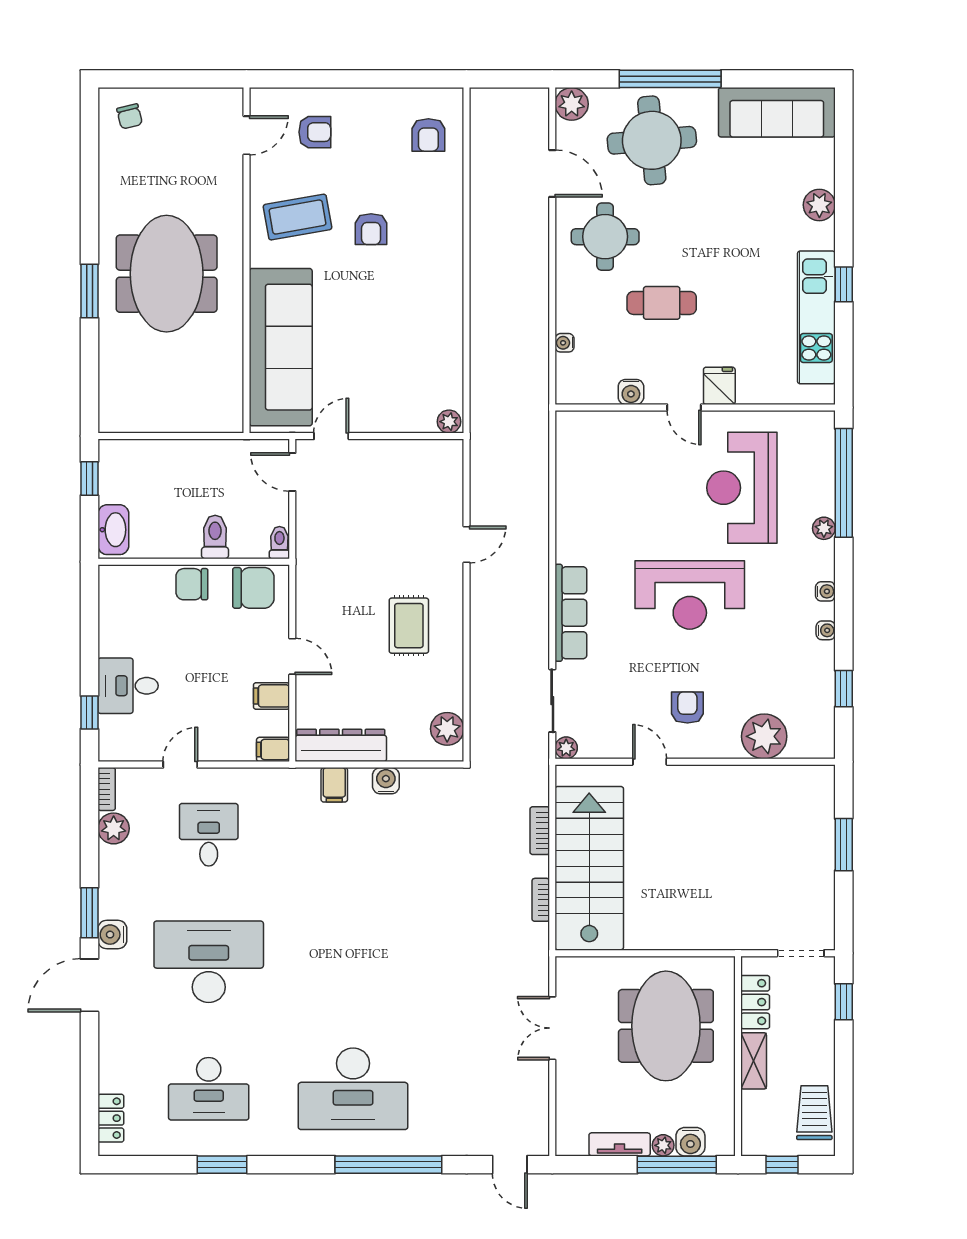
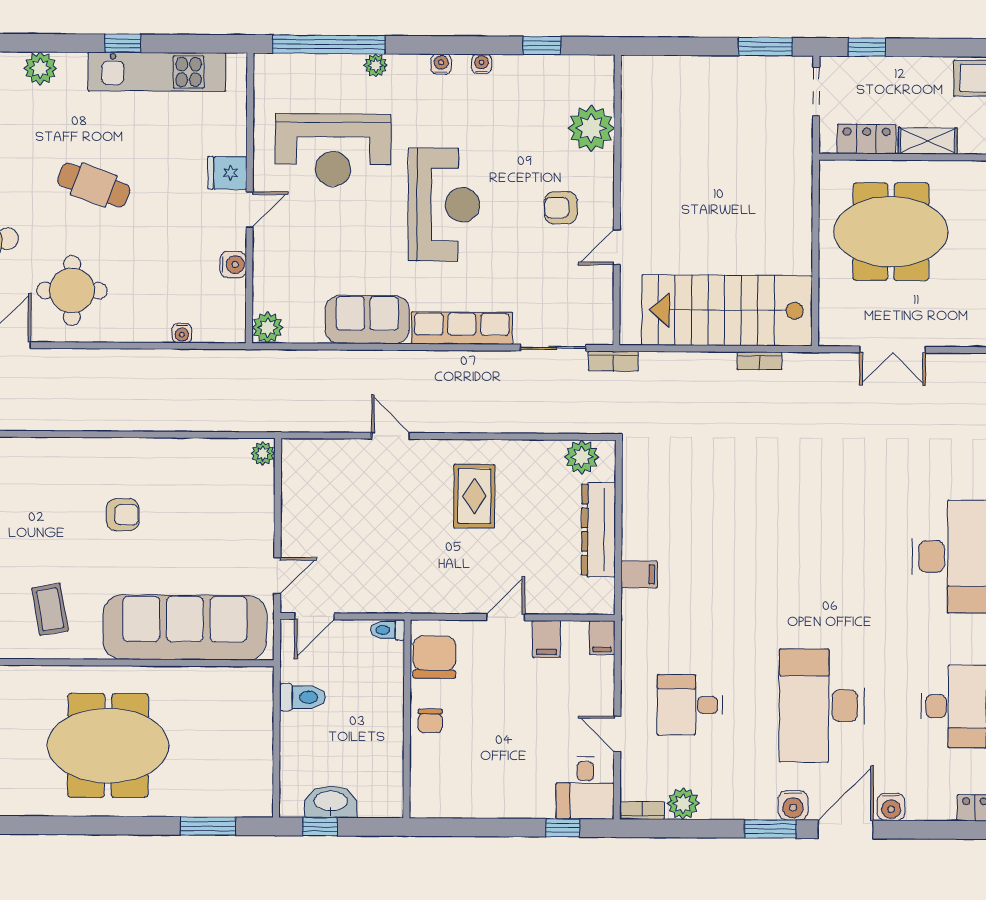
coffee table: (298, 217) -> (50, 609), width x0.73, depth x0.77
armchair: (371, 229) -> (123, 515), moved
window: (89, 291) -> (208, 826), moved
cafe table: (662, 303) -> (94, 185), moved, turned -70
door: (331, 436) -> (277, 576), swing flipped
sofa: (578, 521) -> (367, 320), added
washbasin: (113, 530) -> (331, 802), moved
toilet: (215, 537) -> (302, 697), moved, turned 180
chair: (192, 584) -> (430, 721), width x0.73, depth x0.73
rug: (409, 626) -> (474, 496), turned 90
desk: (128, 686) -> (585, 788), moved
dresser: (341, 745) -> (598, 530), moved
plant: (566, 748) -> (268, 328), moved, width x1.38, depth x1.38
water cooler: (386, 781) -> (891, 807), moved, turned -90
bookcase: (540, 831) -> (613, 361), moved
window: (844, 845) -> (765, 47), moved
door: (89, 985) -> (846, 829), swing flipped

